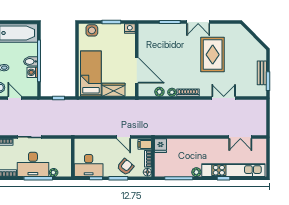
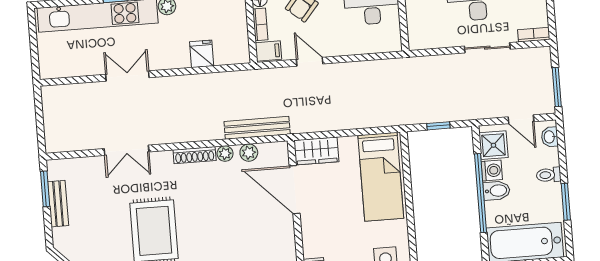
shower: (30, 86) -> (493, 145), added
wardrobe: (113, 90) -> (316, 151), moved
bench: (154, 104) -> (257, 128), added
double door: (240, 137) -> (127, 76), moved
fridge: (161, 146) -> (202, 54), moved

